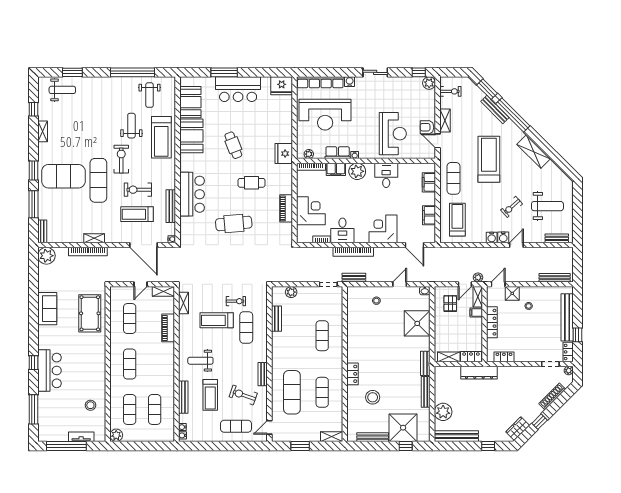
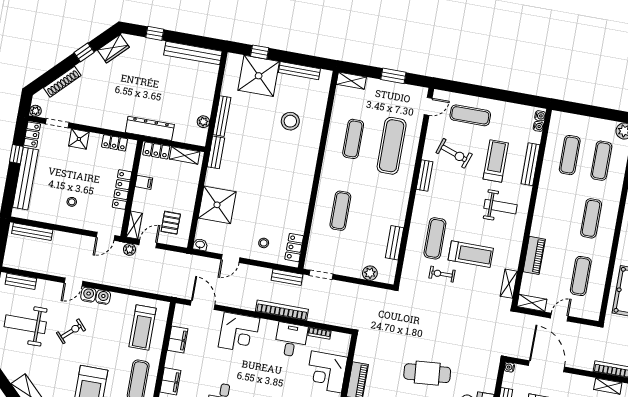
shower: (512, 293) -> (79, 139), moved
filing cabinet: (476, 313) -> (144, 182), moved
locker: (352, 374) -> (294, 248), moved
plant: (443, 412) -> (203, 122), moved, width x0.53, depth x0.53

